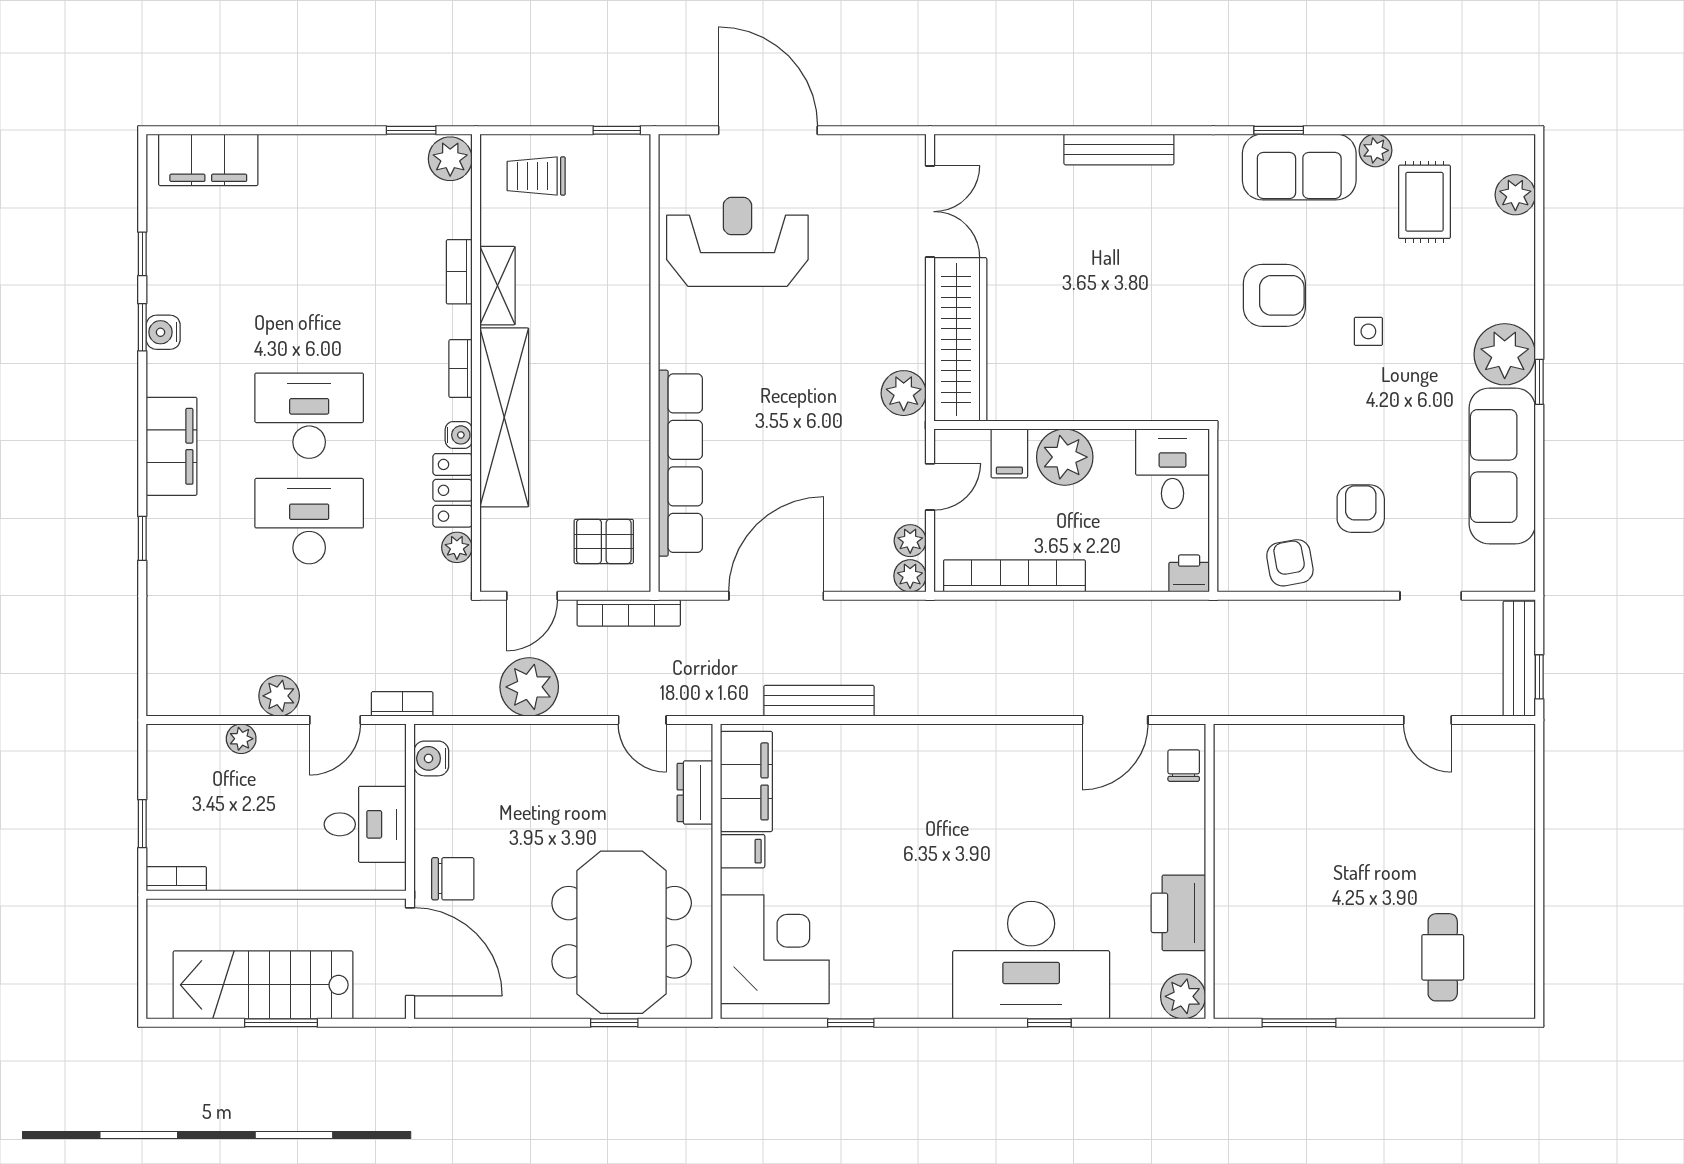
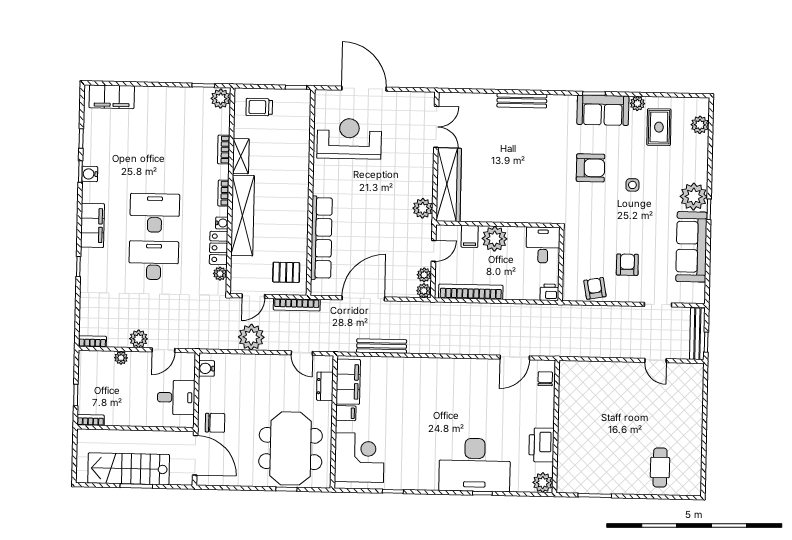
bookcase: (402, 704) -> (92, 341), moved

